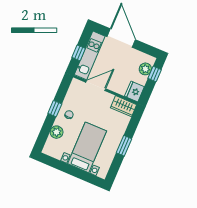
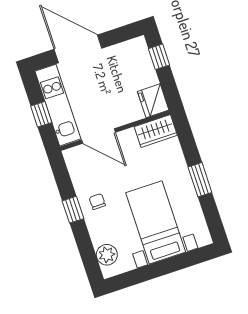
plant: (145, 69) -> (142, 61), removed
door: (96, 86) -> (98, 136), swing flipped
plant: (57, 132) -> (107, 255), moved

